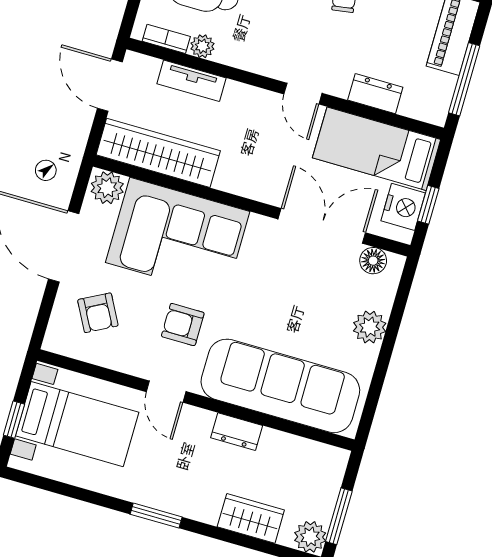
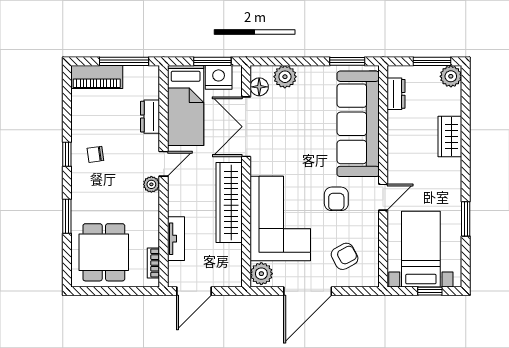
plant: (202, 46) -> (151, 184), moved
wardrobe: (158, 153) -> (229, 202), moved
window: (428, 205) -> (212, 61), width x1.50
plant: (370, 327) -> (285, 77), moved
window: (373, 396) -> (347, 61), added
dresser: (237, 432) -> (396, 94), moved
window: (156, 516) -> (466, 219), moved
wardrobe: (251, 518) -> (450, 137), moved

